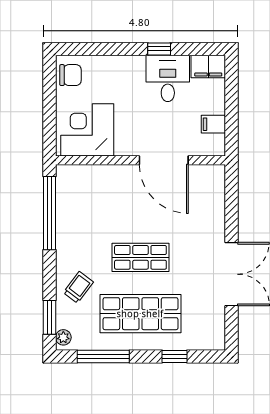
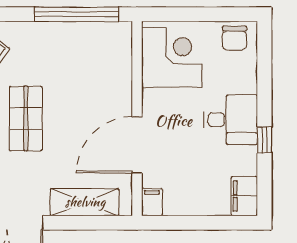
desk: (168, 78) -> (231, 120), moved
filing cabinet: (213, 124) -> (152, 202), moved
shelving: (214, 206) -> (85, 202), added

